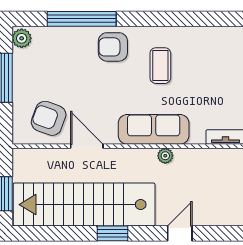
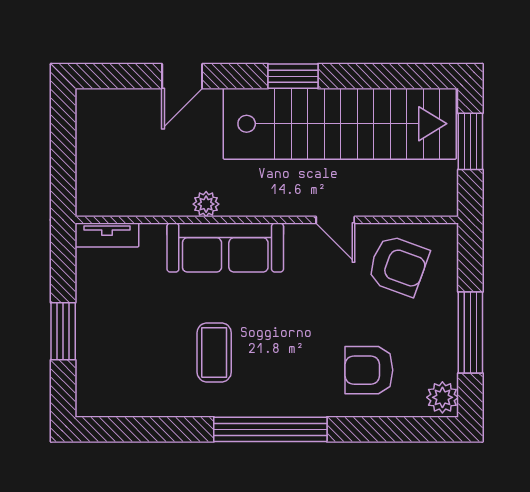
window: (82, 19) -> (270, 429), moved
armchair: (113, 47) -> (369, 370), moved, turned 180
door: (87, 146) -> (335, 220), width x0.73

